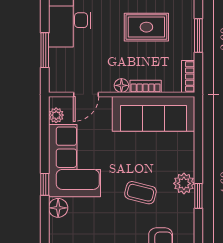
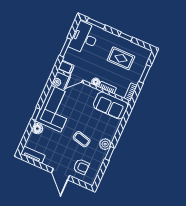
filing cabinet: (61, 83) -> (66, 67), added
sofa: (153, 114) -> (111, 105), width x0.73

